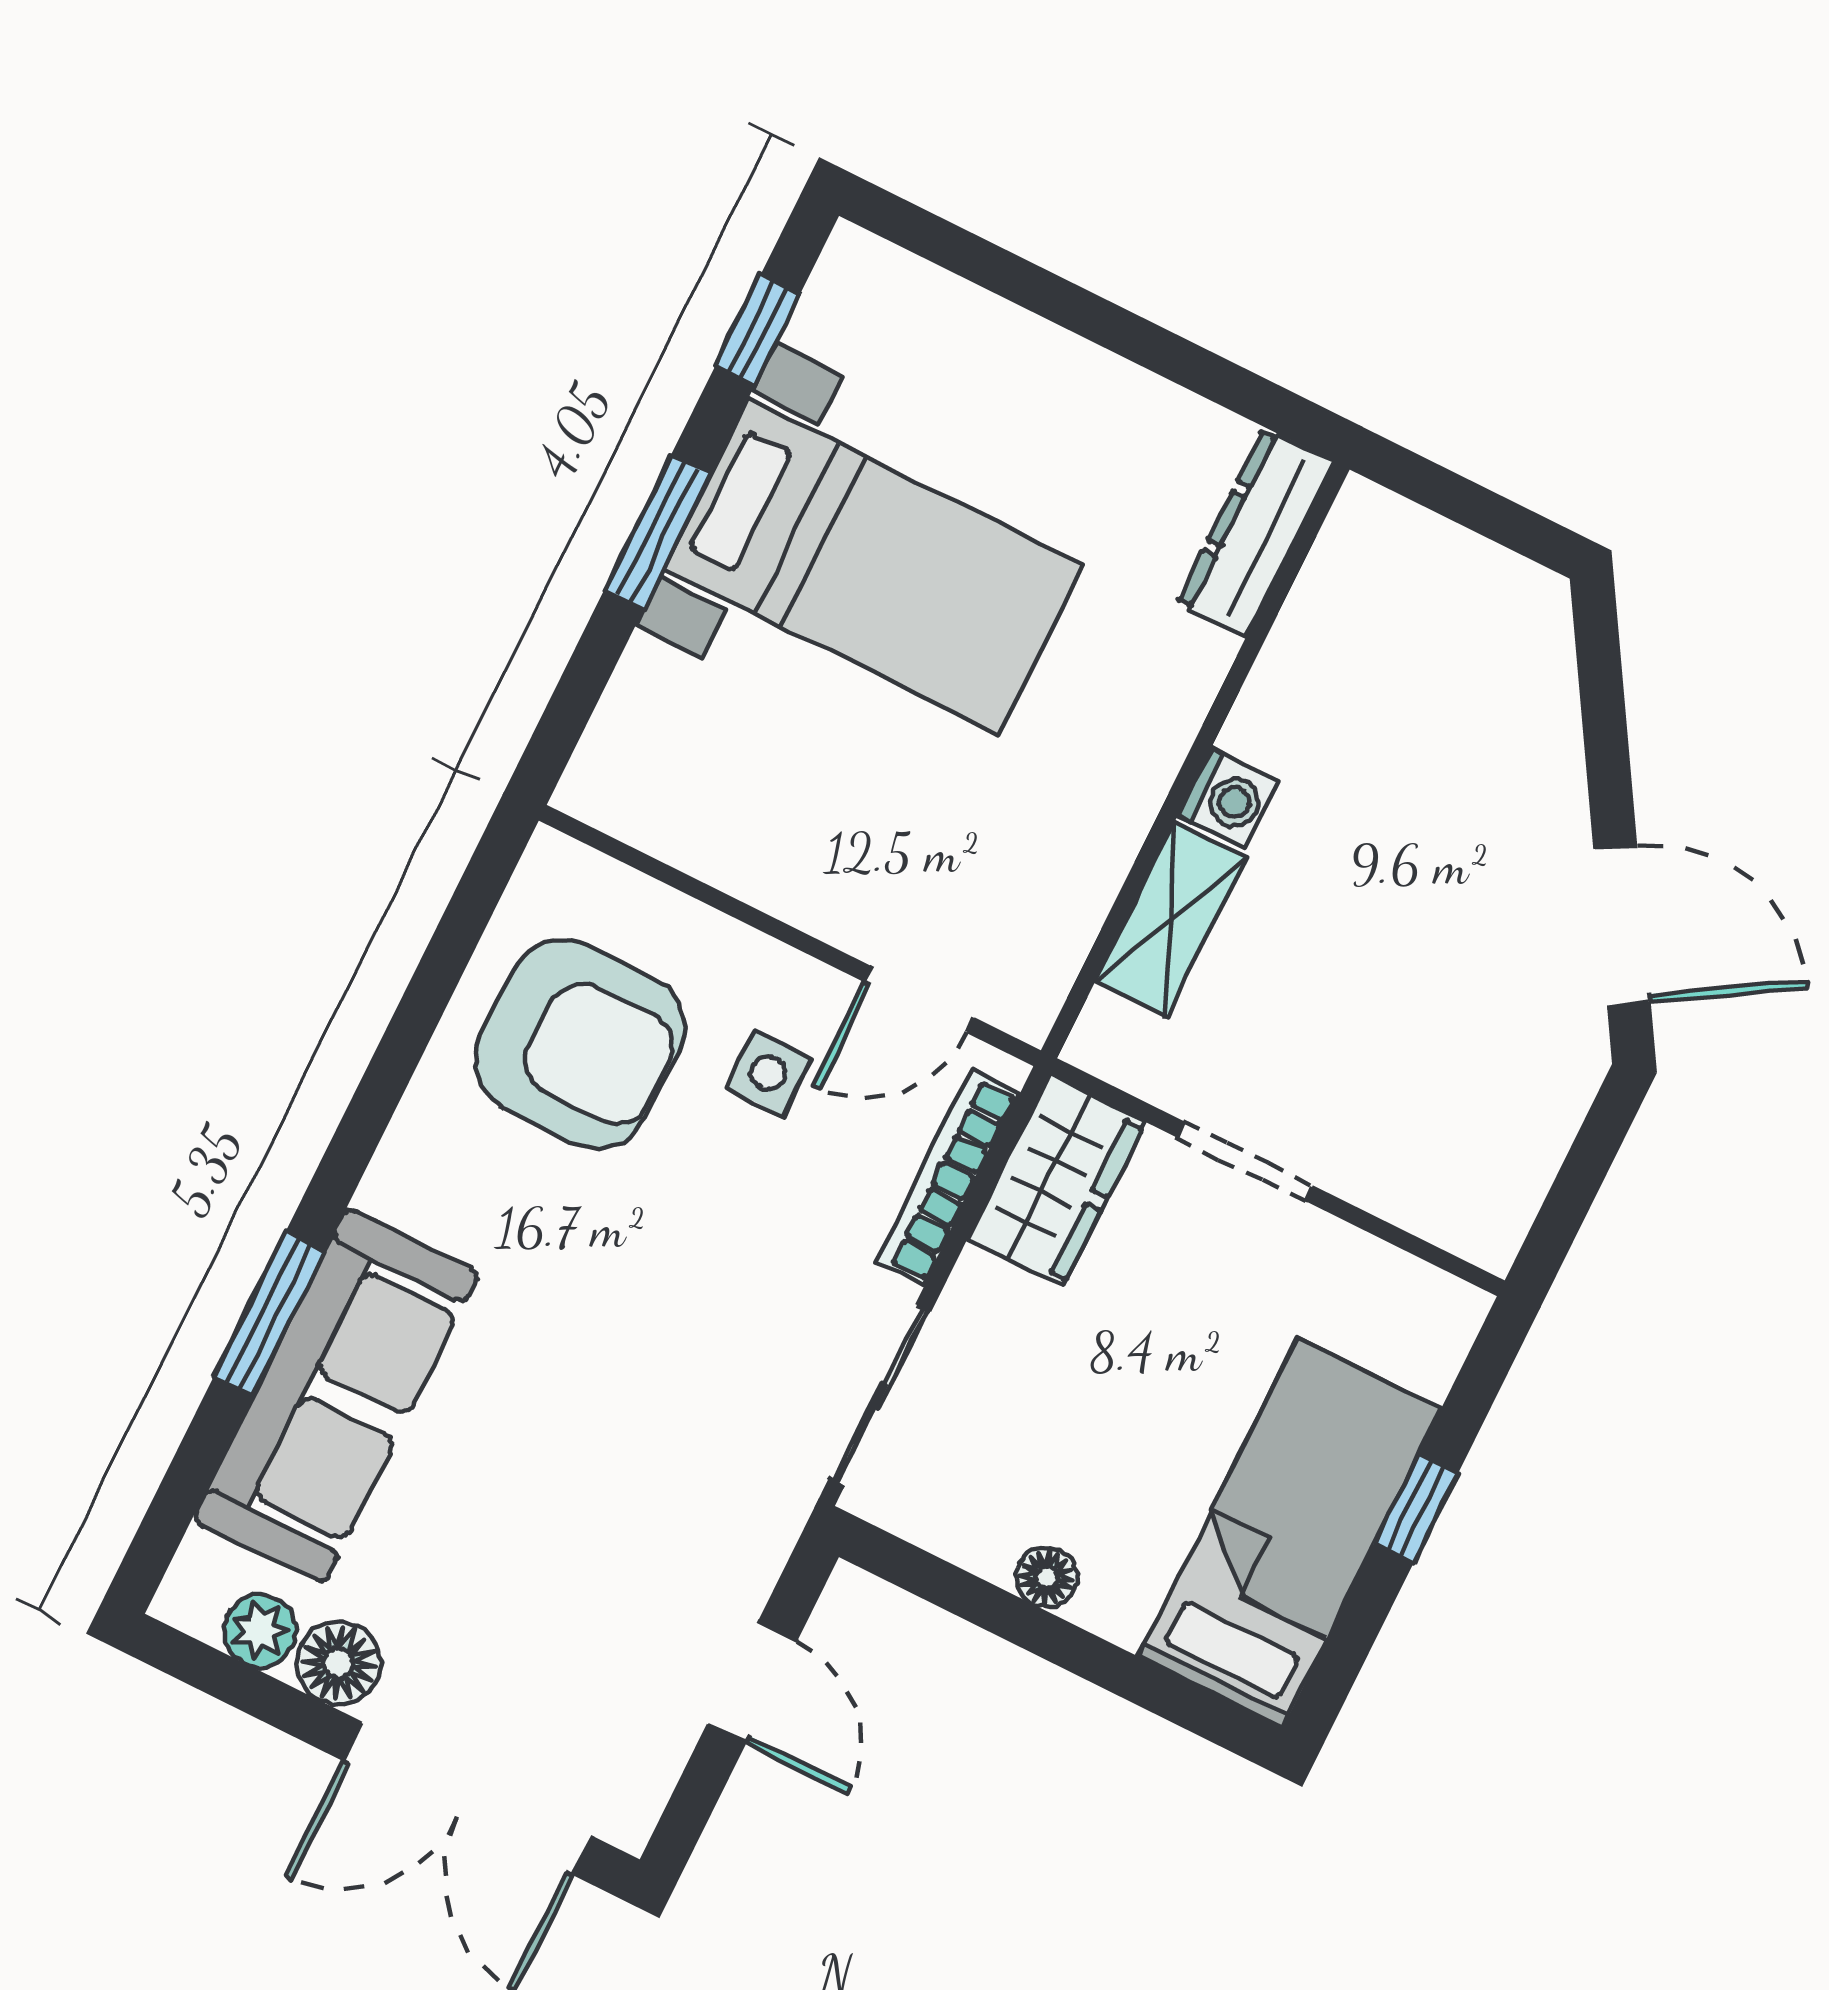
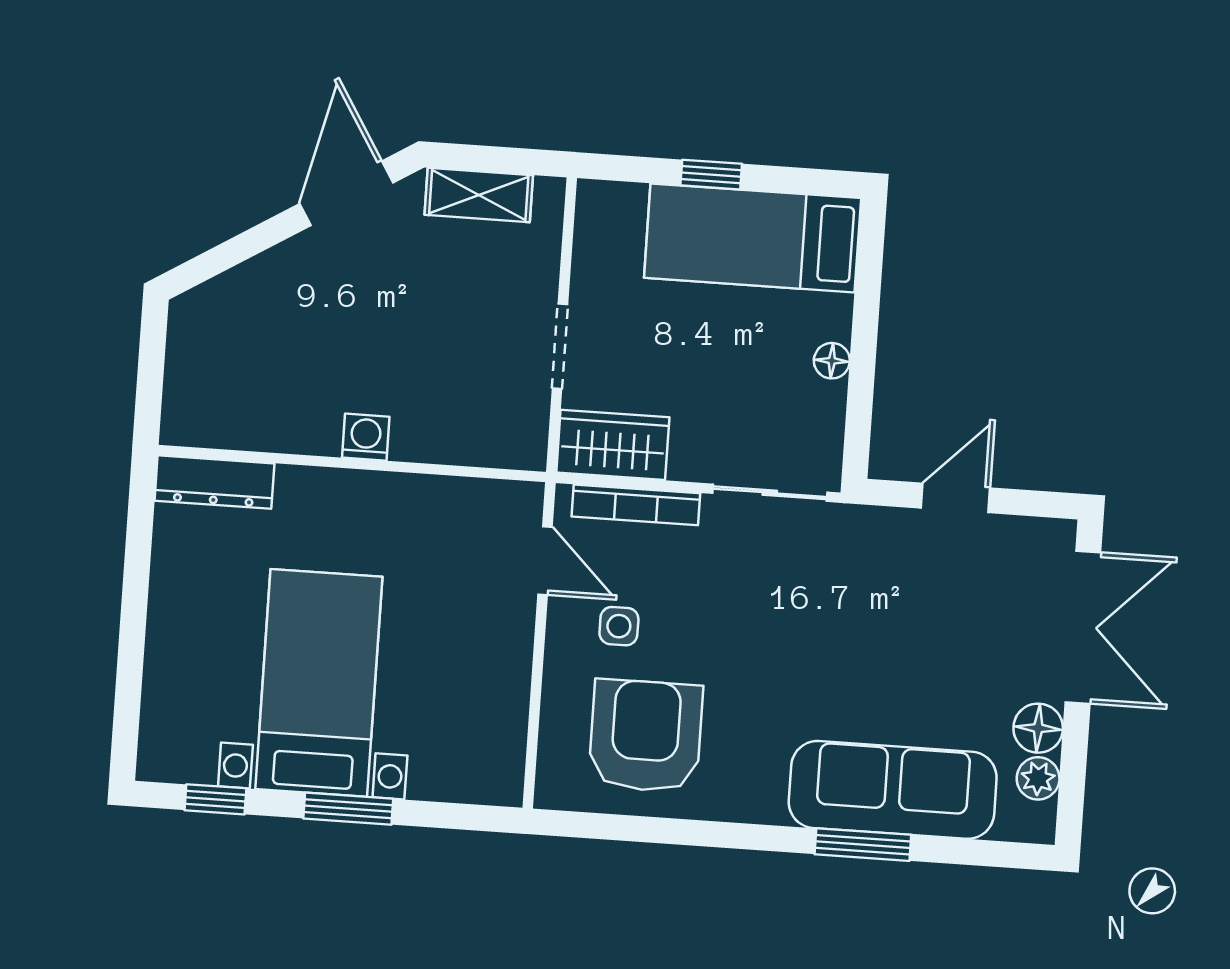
shelving: (1171, 920) -> (479, 195), moved

